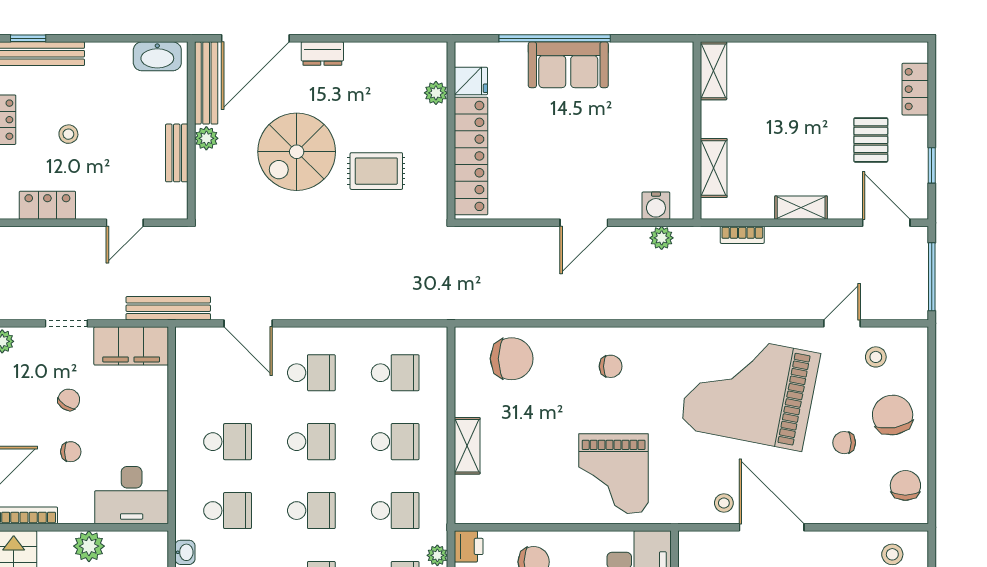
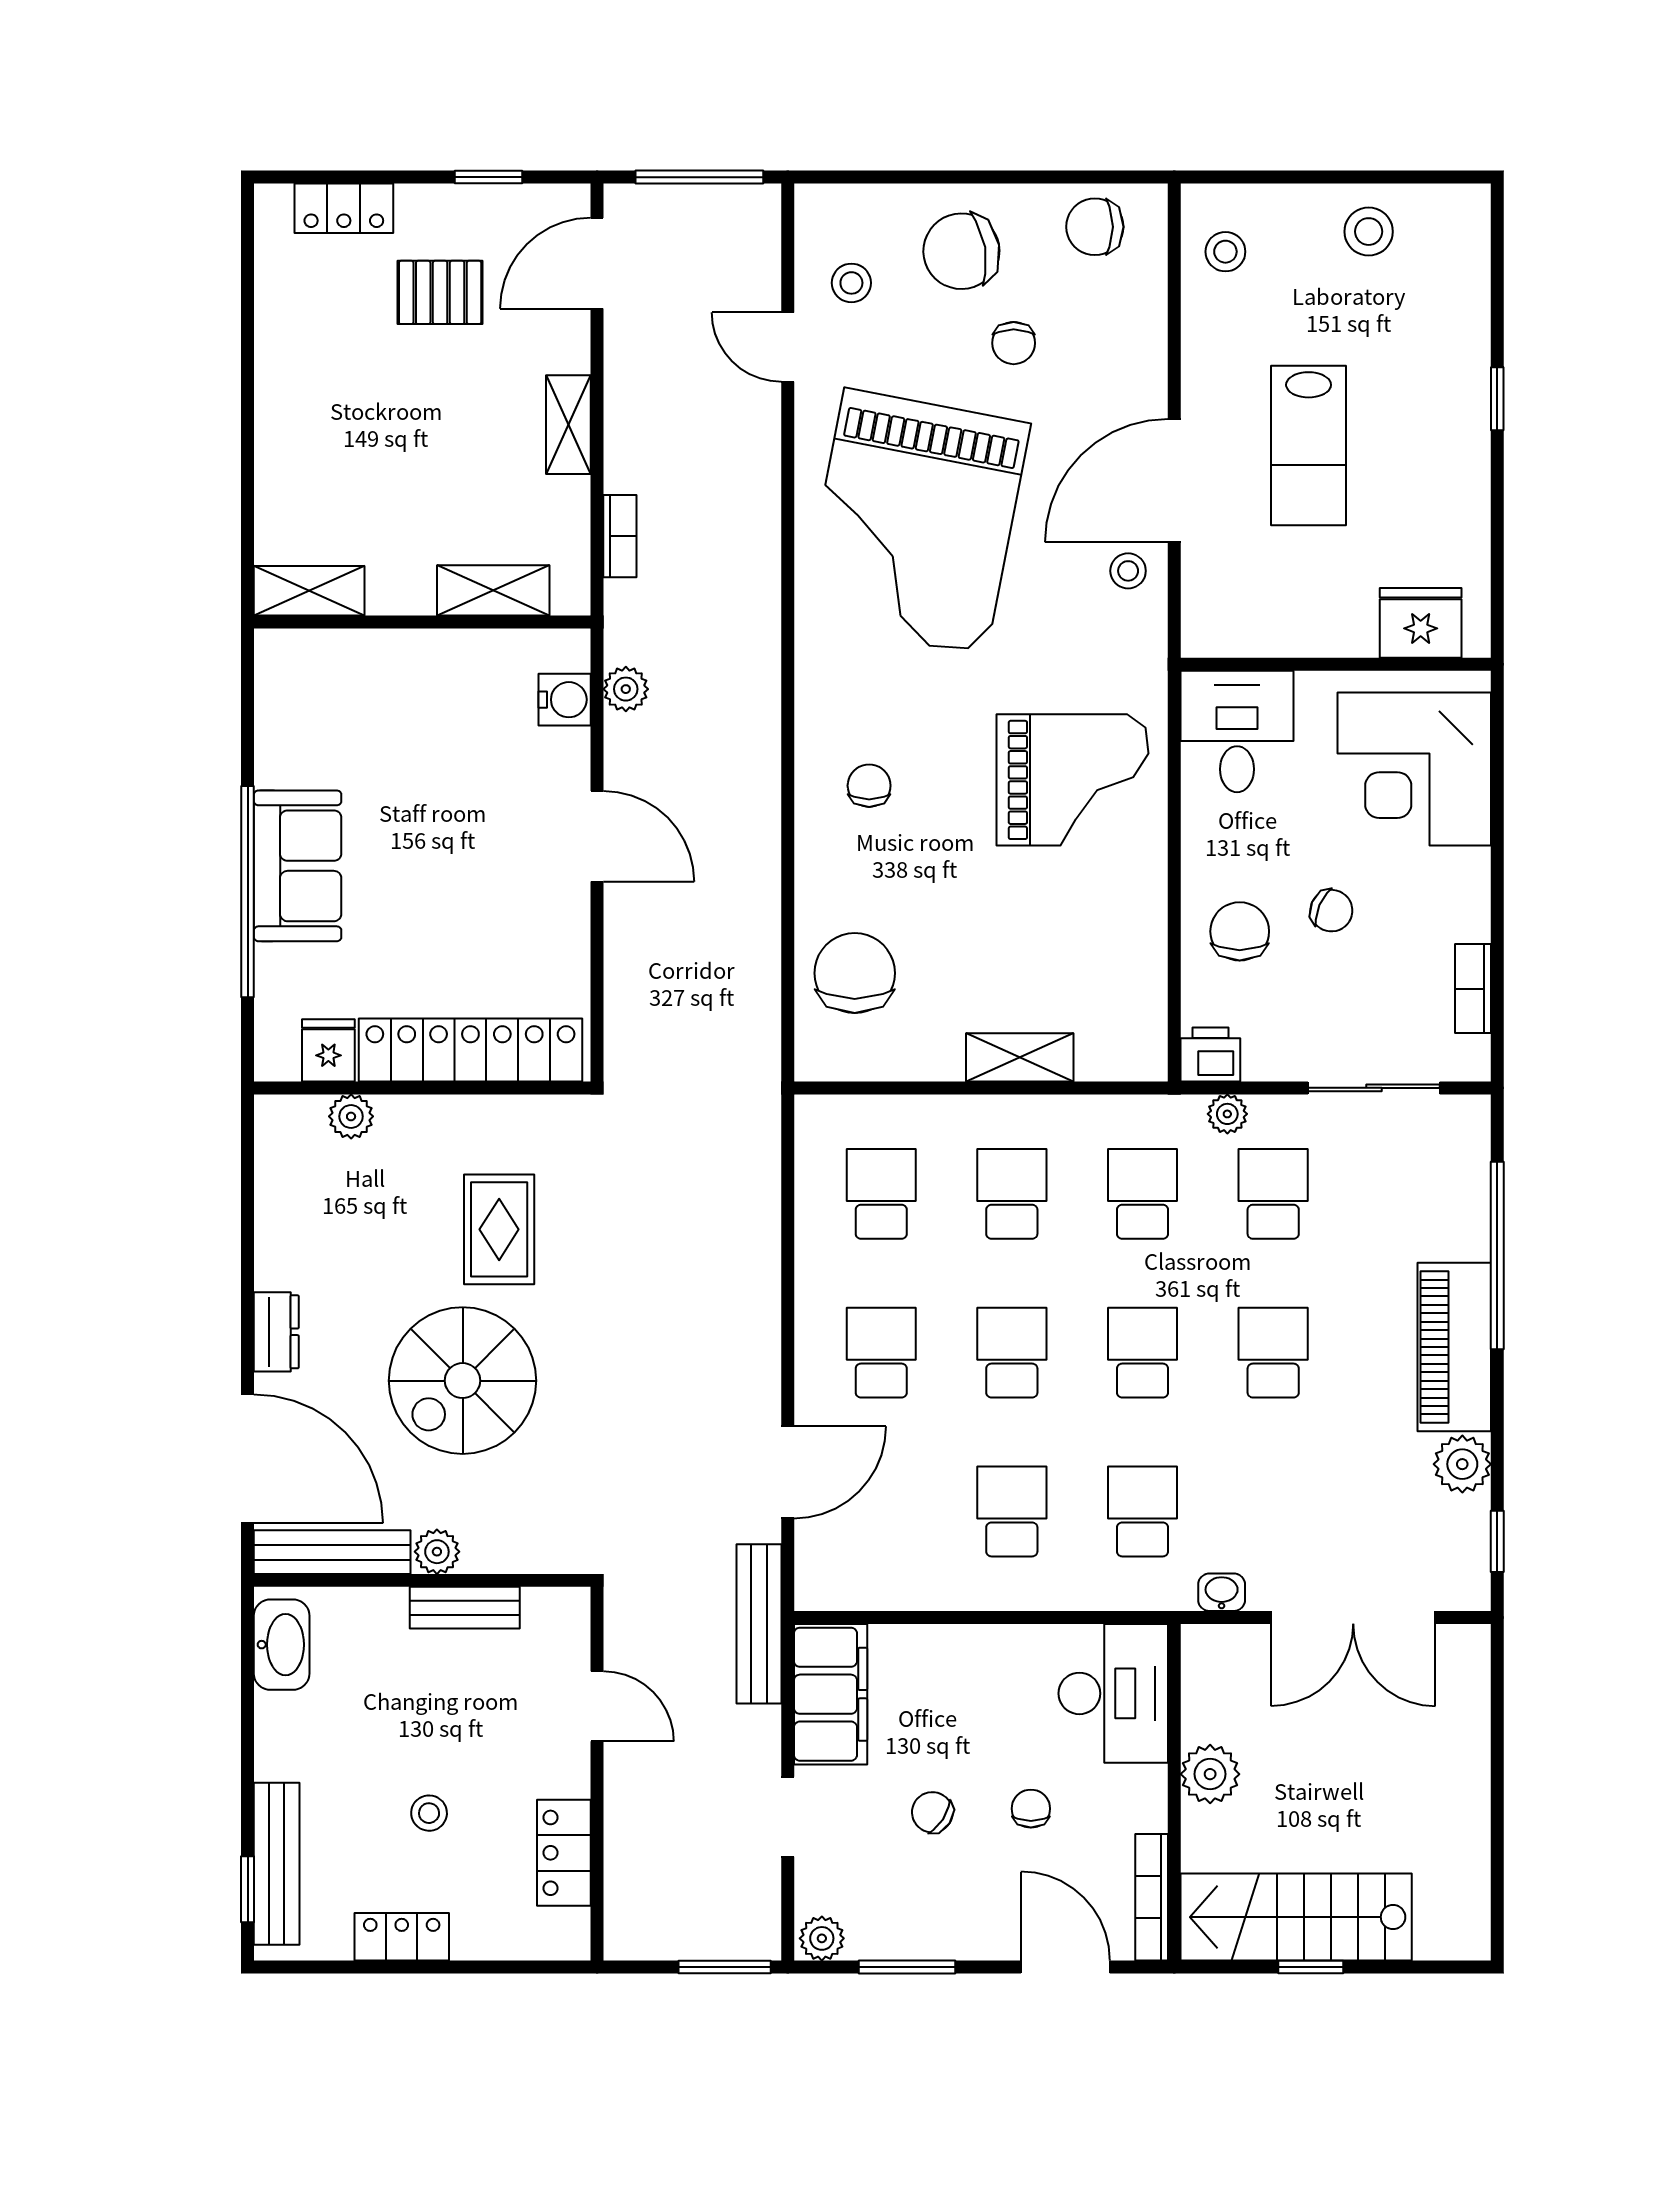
spiral stairs: (297, 152) -> (463, 1381), turned 90

